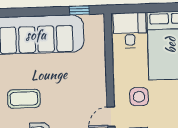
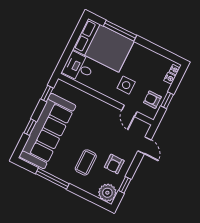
window: (30, 12) -> (30, 127), added

